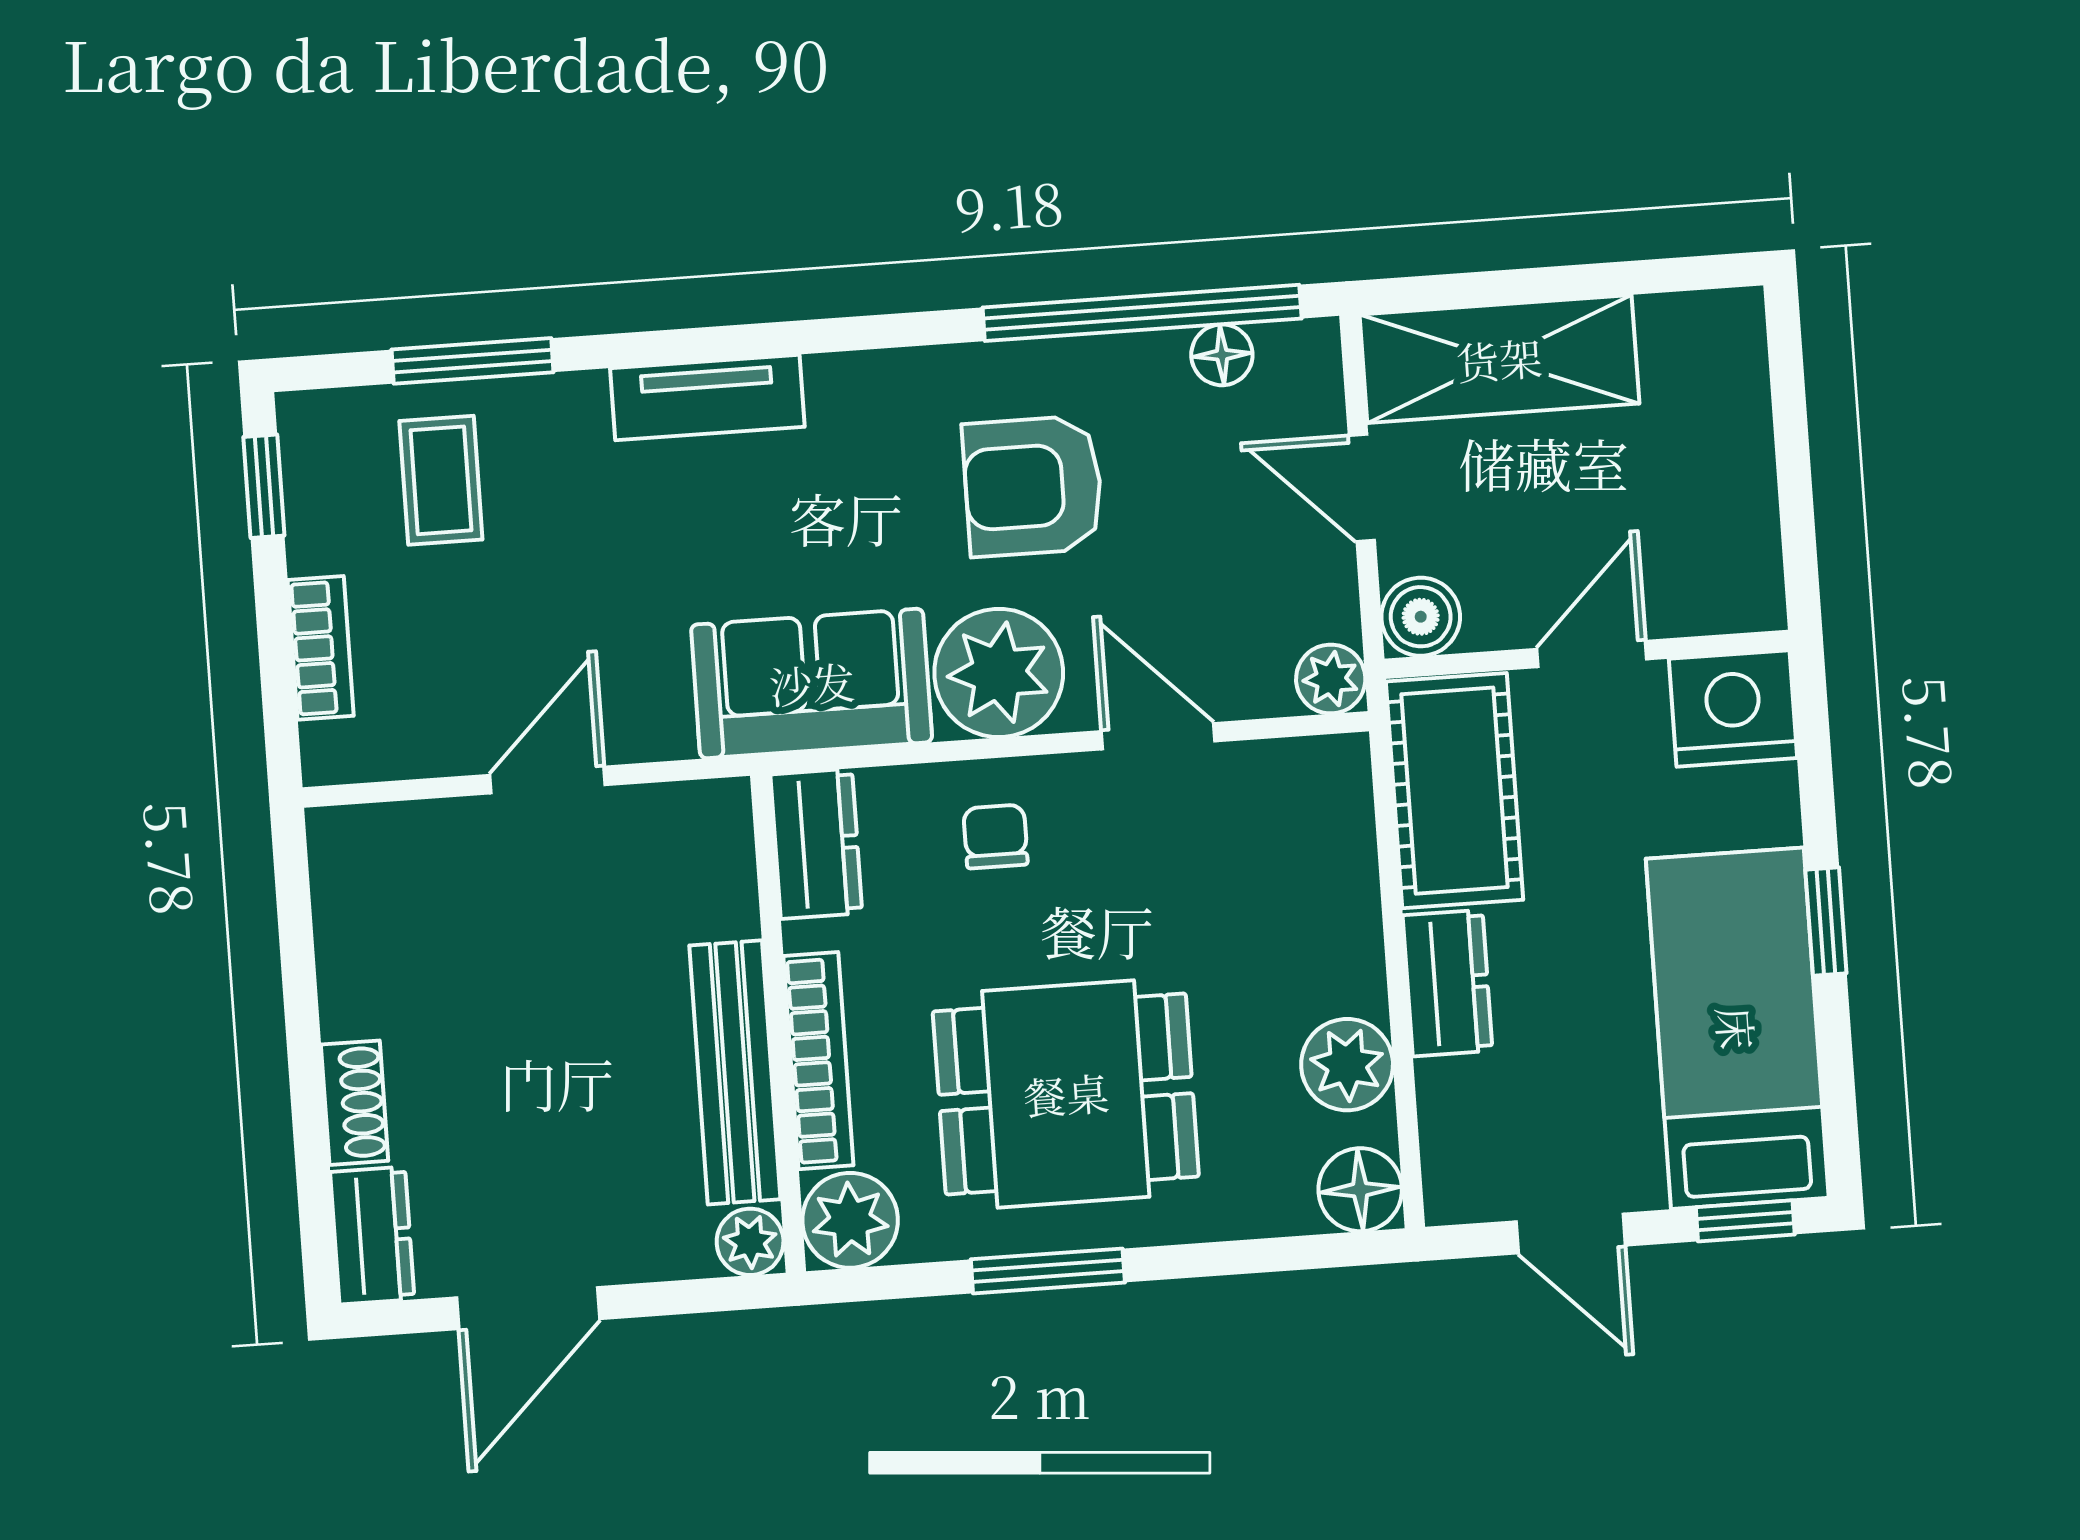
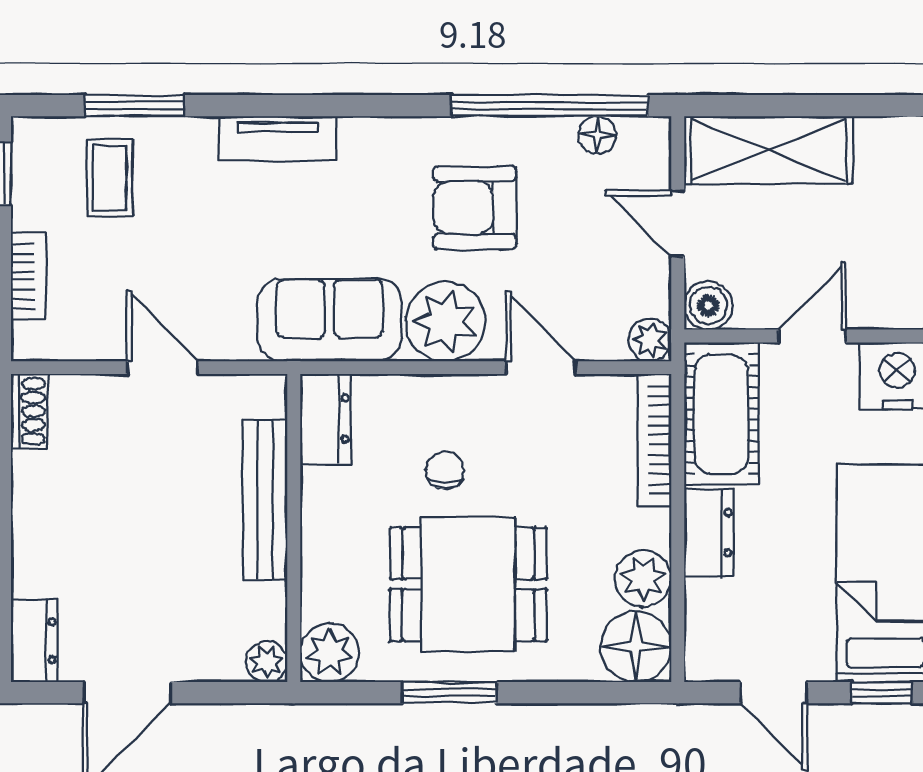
door: (547, 780) -> (162, 368), hinge flipped
chair: (995, 836) -> (445, 470), moved
bookcase: (818, 1061) -> (655, 440), moved, turned 180
bench: (735, 1072) -> (265, 500), moved
shoe rack: (355, 1103) -> (29, 411), moved
floor lamp: (1360, 1190) -> (636, 647), width x1.38, depth x1.38

